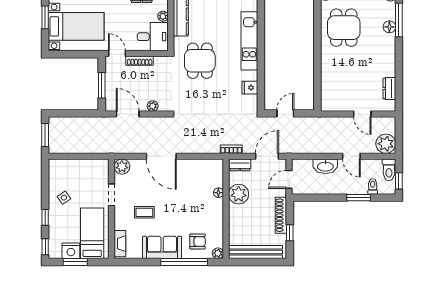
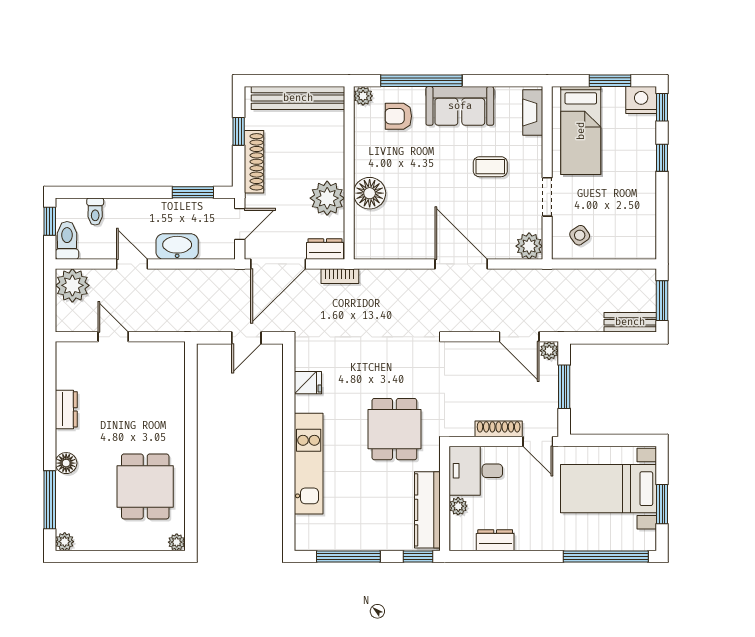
floor lamp: (389, 27) -> (66, 463), moved
dresser: (389, 88) -> (66, 409), moved
plant: (153, 106) -> (549, 351), moved
bench: (64, 122) -> (630, 322), added
door: (267, 156) -> (278, 264), width x1.36
floor lamp: (218, 193) -> (370, 193), width x1.89, depth x1.89
side table: (64, 198) -> (580, 235), moved
window: (359, 198) -> (193, 192), moved
nightstand: (71, 251) -> (641, 100), moved

